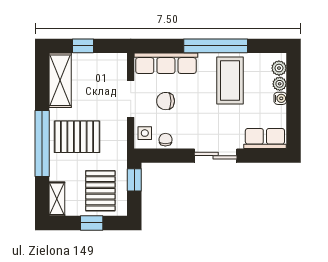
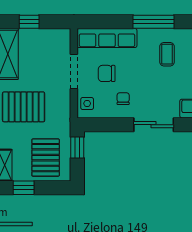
window: (216, 46) -> (154, 22), width x0.68
coffee table: (230, 81) -> (167, 54), width x0.54, depth x0.58
chair: (165, 140) -> (123, 99), moved
window: (92, 223) -> (24, 188), moved

